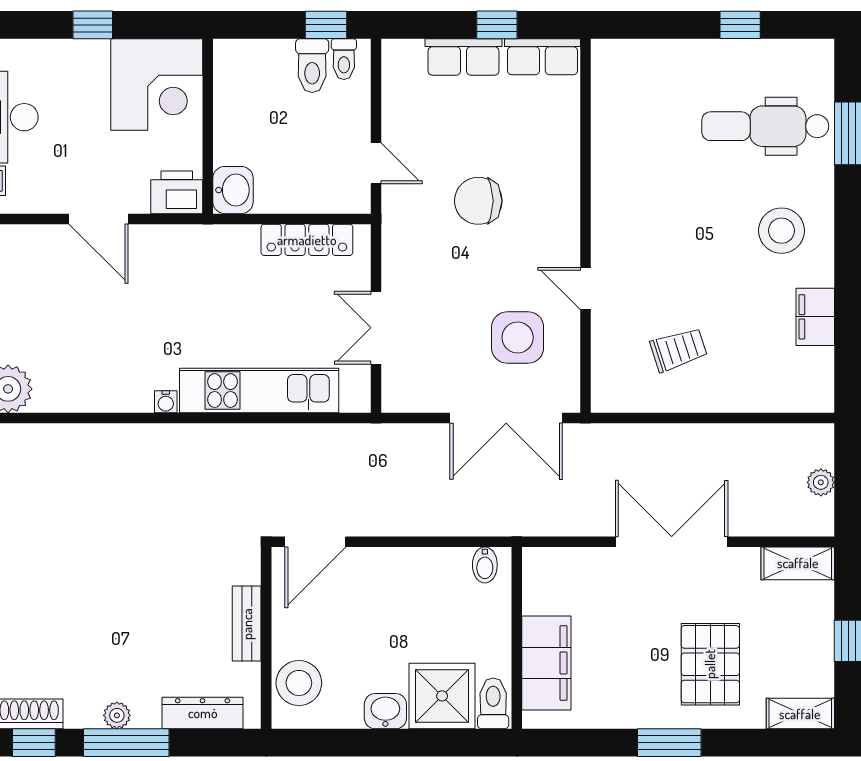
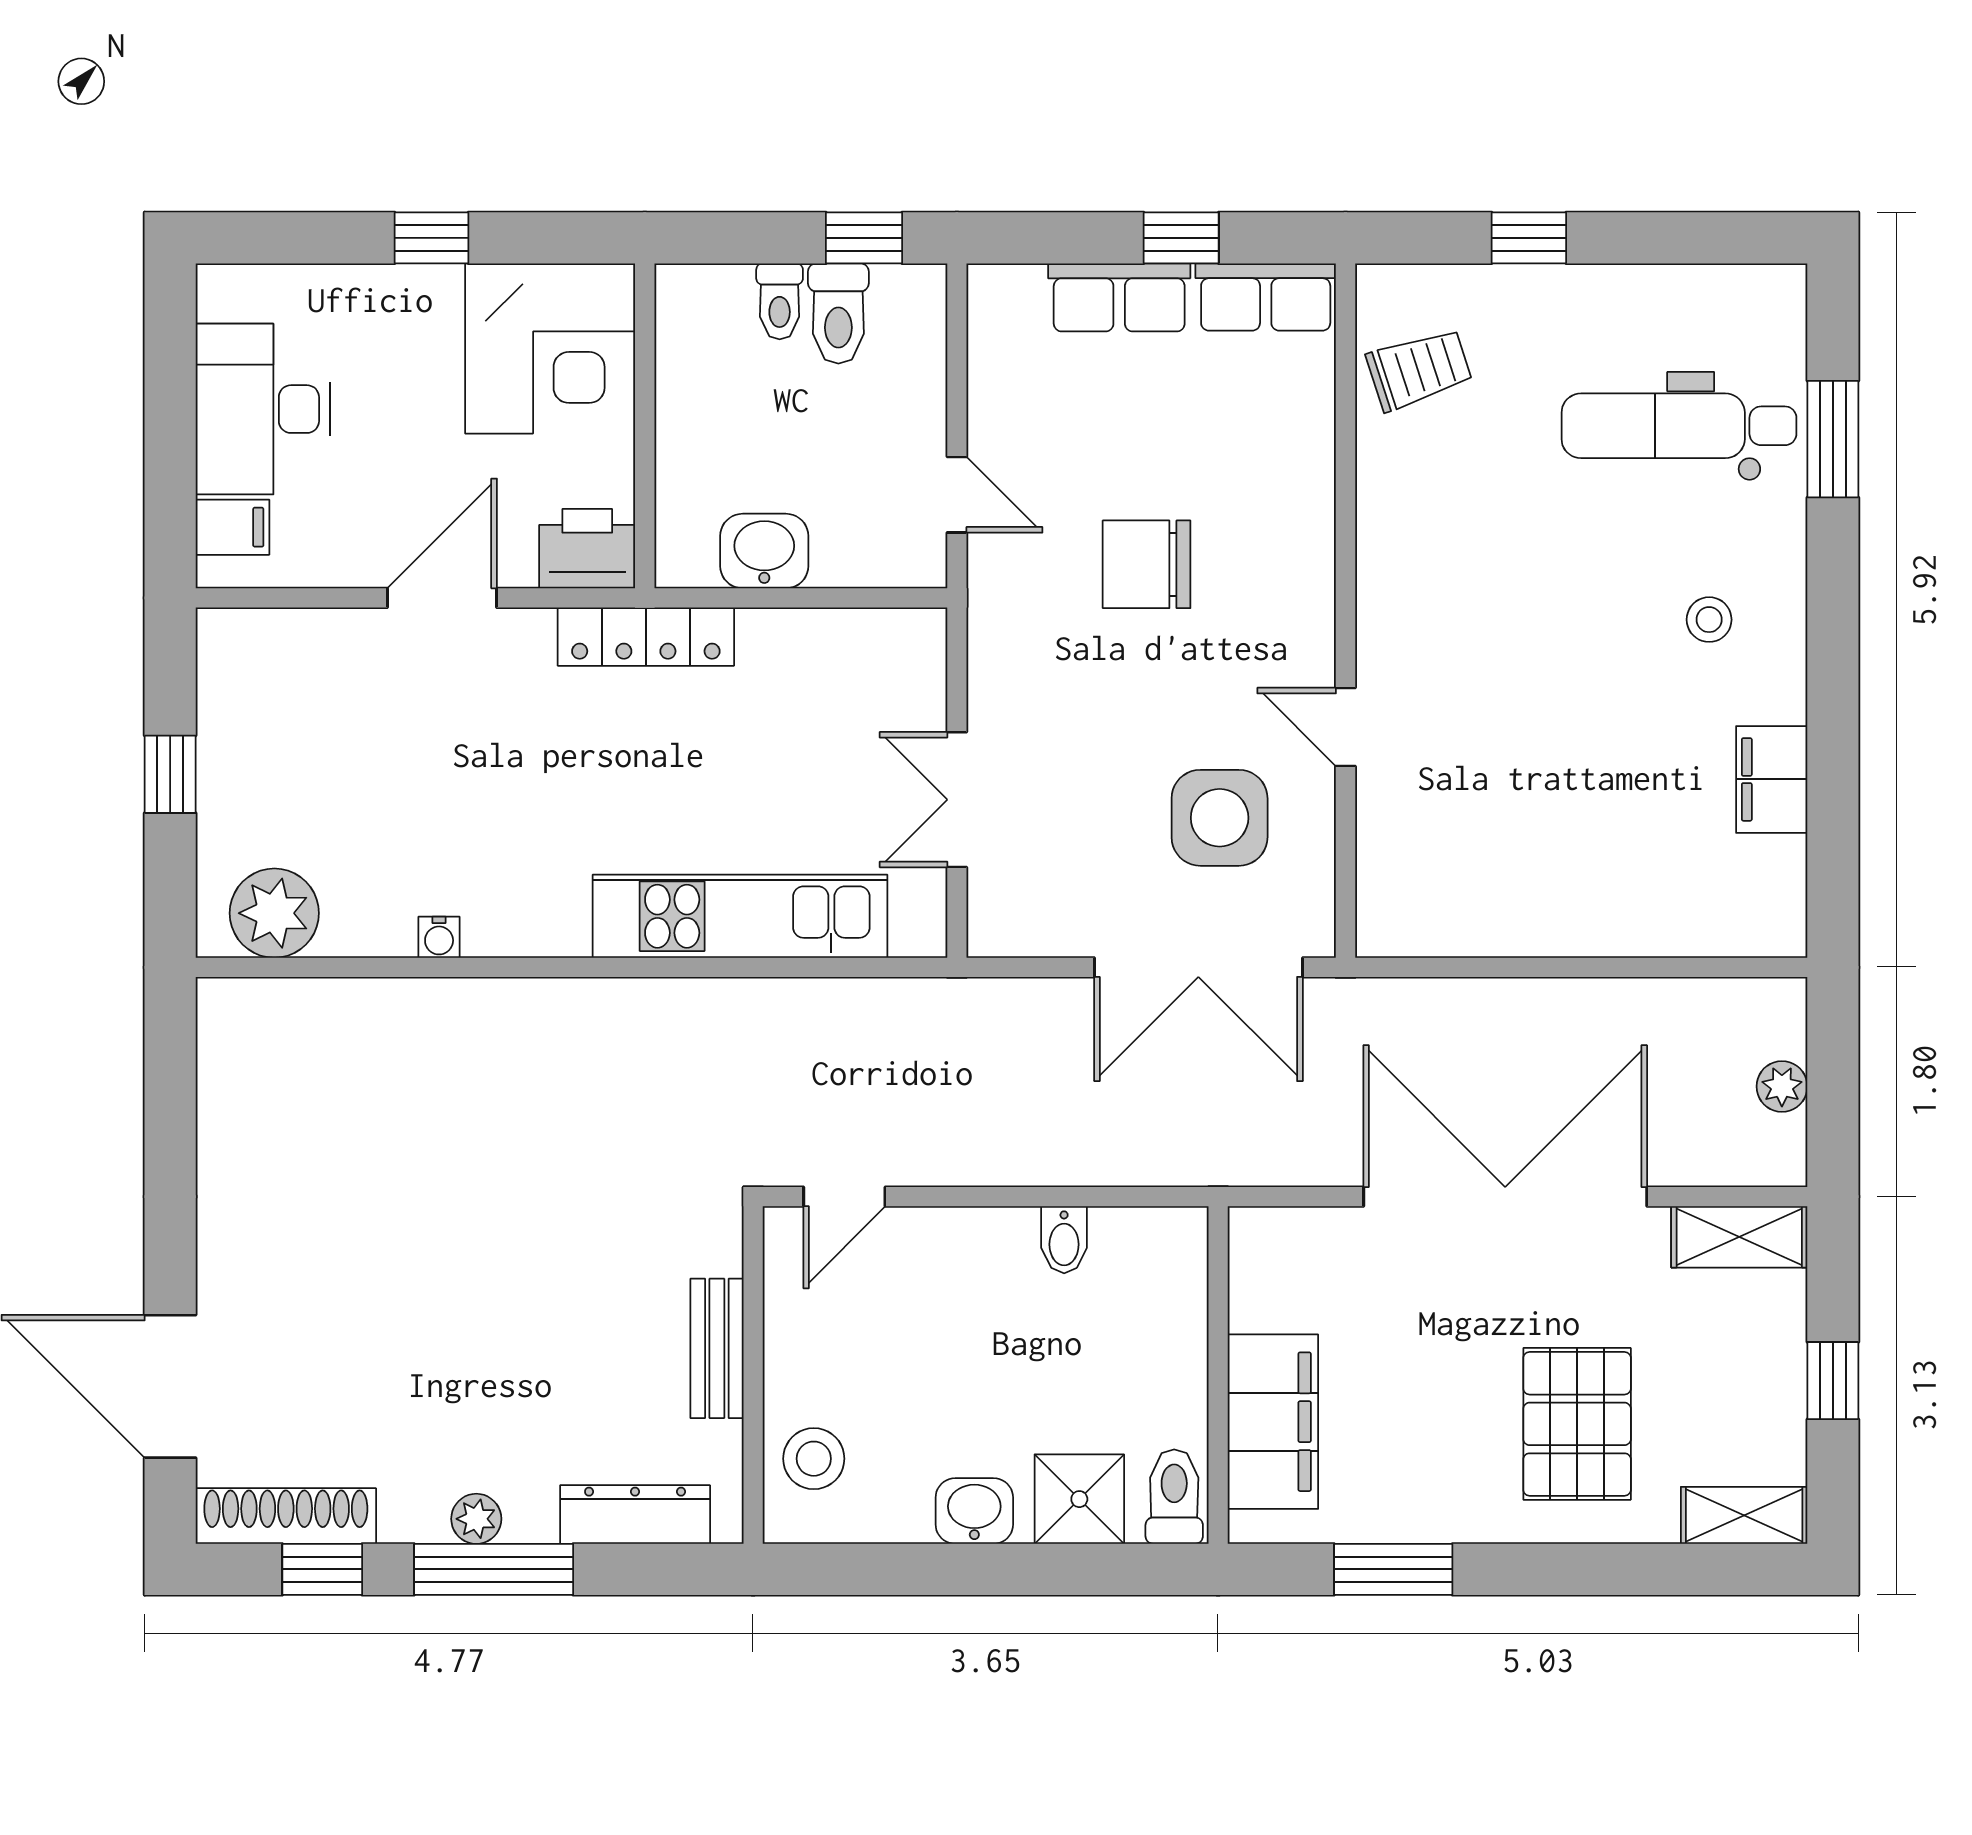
window: (740, 25) -> (1529, 238), moved
toilet: (344, 59) -> (780, 301), moved
washbasin: (233, 190) -> (764, 551), moved, turned -90
door: (99, 219) -> (442, 598), swing flipped
stool: (781, 231) -> (1709, 620), width x0.53, depth x0.53
locker: (307, 240) -> (646, 637), moved
trolley: (679, 350) -> (1419, 369), moved
water cooler: (166, 402) -> (439, 937), moved
door: (315, 542) -> (844, 1197), width x0.73
double door: (672, 542) -> (1505, 1197), width x1.36
bidet: (485, 565) -> (1064, 1240), moved
stool: (299, 683) -> (814, 1459), width x0.73, depth x0.73
shower: (442, 696) -> (1079, 1499), width x0.73, depth x0.73
window: (669, 743) -> (1393, 1569), moved

